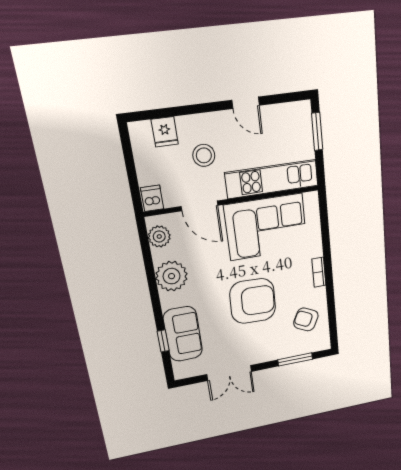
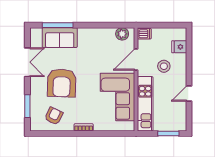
plant: (172, 276) -> (97, 37), removed
armchair: (253, 301) -> (62, 83), moved
window: (163, 341) -> (58, 25), width x2.17
double door: (229, 373) -> (27, 62), swing flipped

